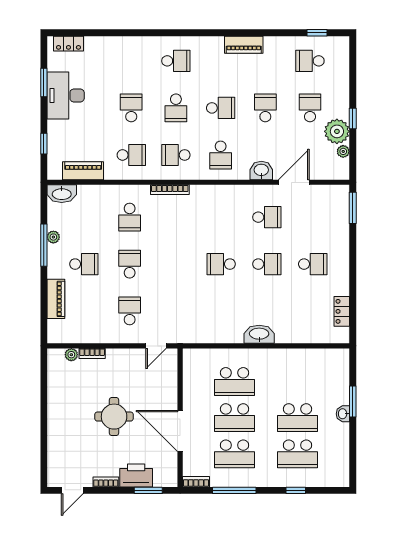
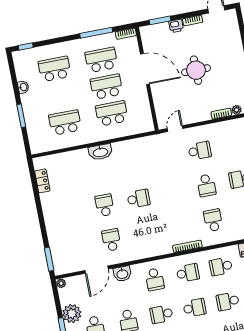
school desk: (131, 108) -> (228, 301), turned 90
school desk: (176, 108) -> (195, 308), turned 90
plant: (343, 151) -> (61, 283), moved
school desk: (221, 155) -> (155, 279), turned 180
school desk: (267, 217) -> (111, 240), turned 90
school desk: (267, 264) -> (105, 205), turned 90
school desk: (313, 264) -> (71, 212), removed
school desk: (130, 311) -> (200, 151), turned -90
washbasin: (343, 414) -> (23, 87), moved
school desk: (297, 418) -> (65, 123), moved
printer: (136, 475) -> (176, 26), width x0.53, depth x0.68
window: (296, 490) -> (26, 46), moved

